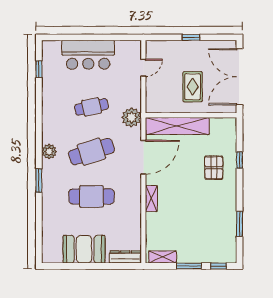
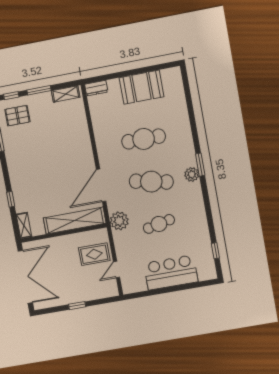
rug: (193, 87) -> (94, 254), moved, turned 90
cafe table: (91, 152) -> (151, 182), turned 30
pallet: (214, 168) -> (17, 116), moved, turned 90
window: (39, 181) -> (200, 165), moved
shelving: (151, 199) -> (24, 225), moved
dresser: (125, 257) -> (96, 88), width x0.70

